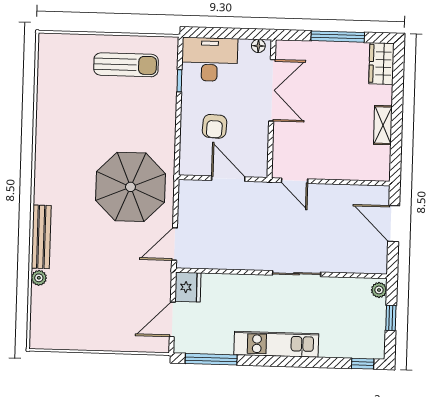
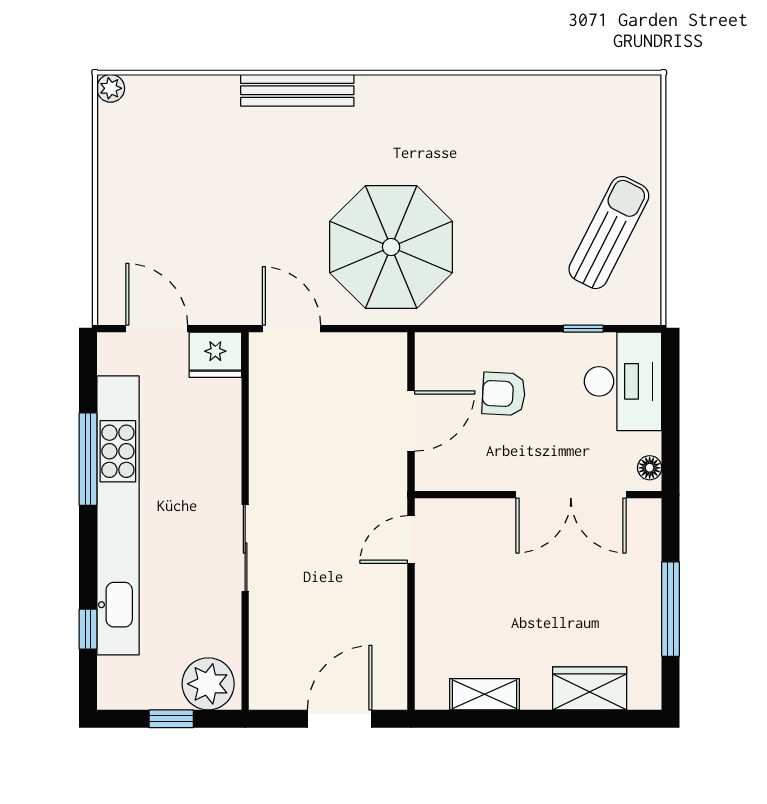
wardrobe: (381, 64) -> (590, 688), moved
sun lounger: (126, 65) -> (609, 233), turned -153
shelving: (383, 125) -> (485, 694), moved
plant: (39, 278) -> (111, 88), moved
plant: (379, 290) -> (208, 684), width x1.88, depth x1.88
kitchen unit: (276, 344) -> (118, 515), width x1.86
window: (211, 359) -> (88, 459), moved
window: (363, 364) -> (88, 629), moved

